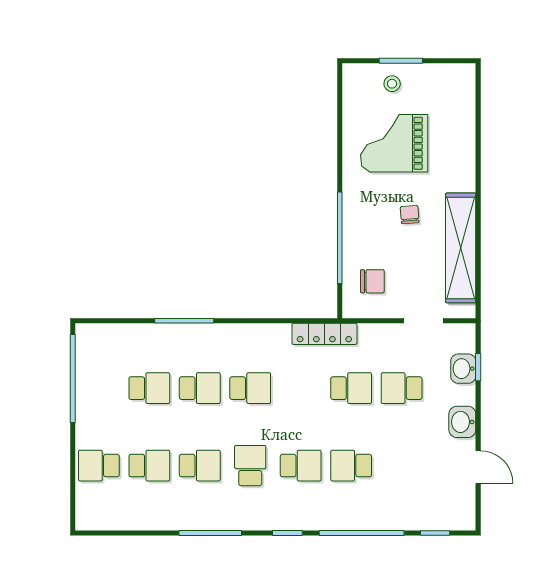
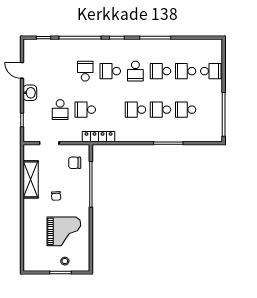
shelving: (461, 248) -> (31, 179), width x0.68
washbasin: (463, 369) -> (29, 119), removed
school desk: (402, 388) -> (60, 110), turned 90
school desk: (351, 466) -> (85, 71), turned -90

